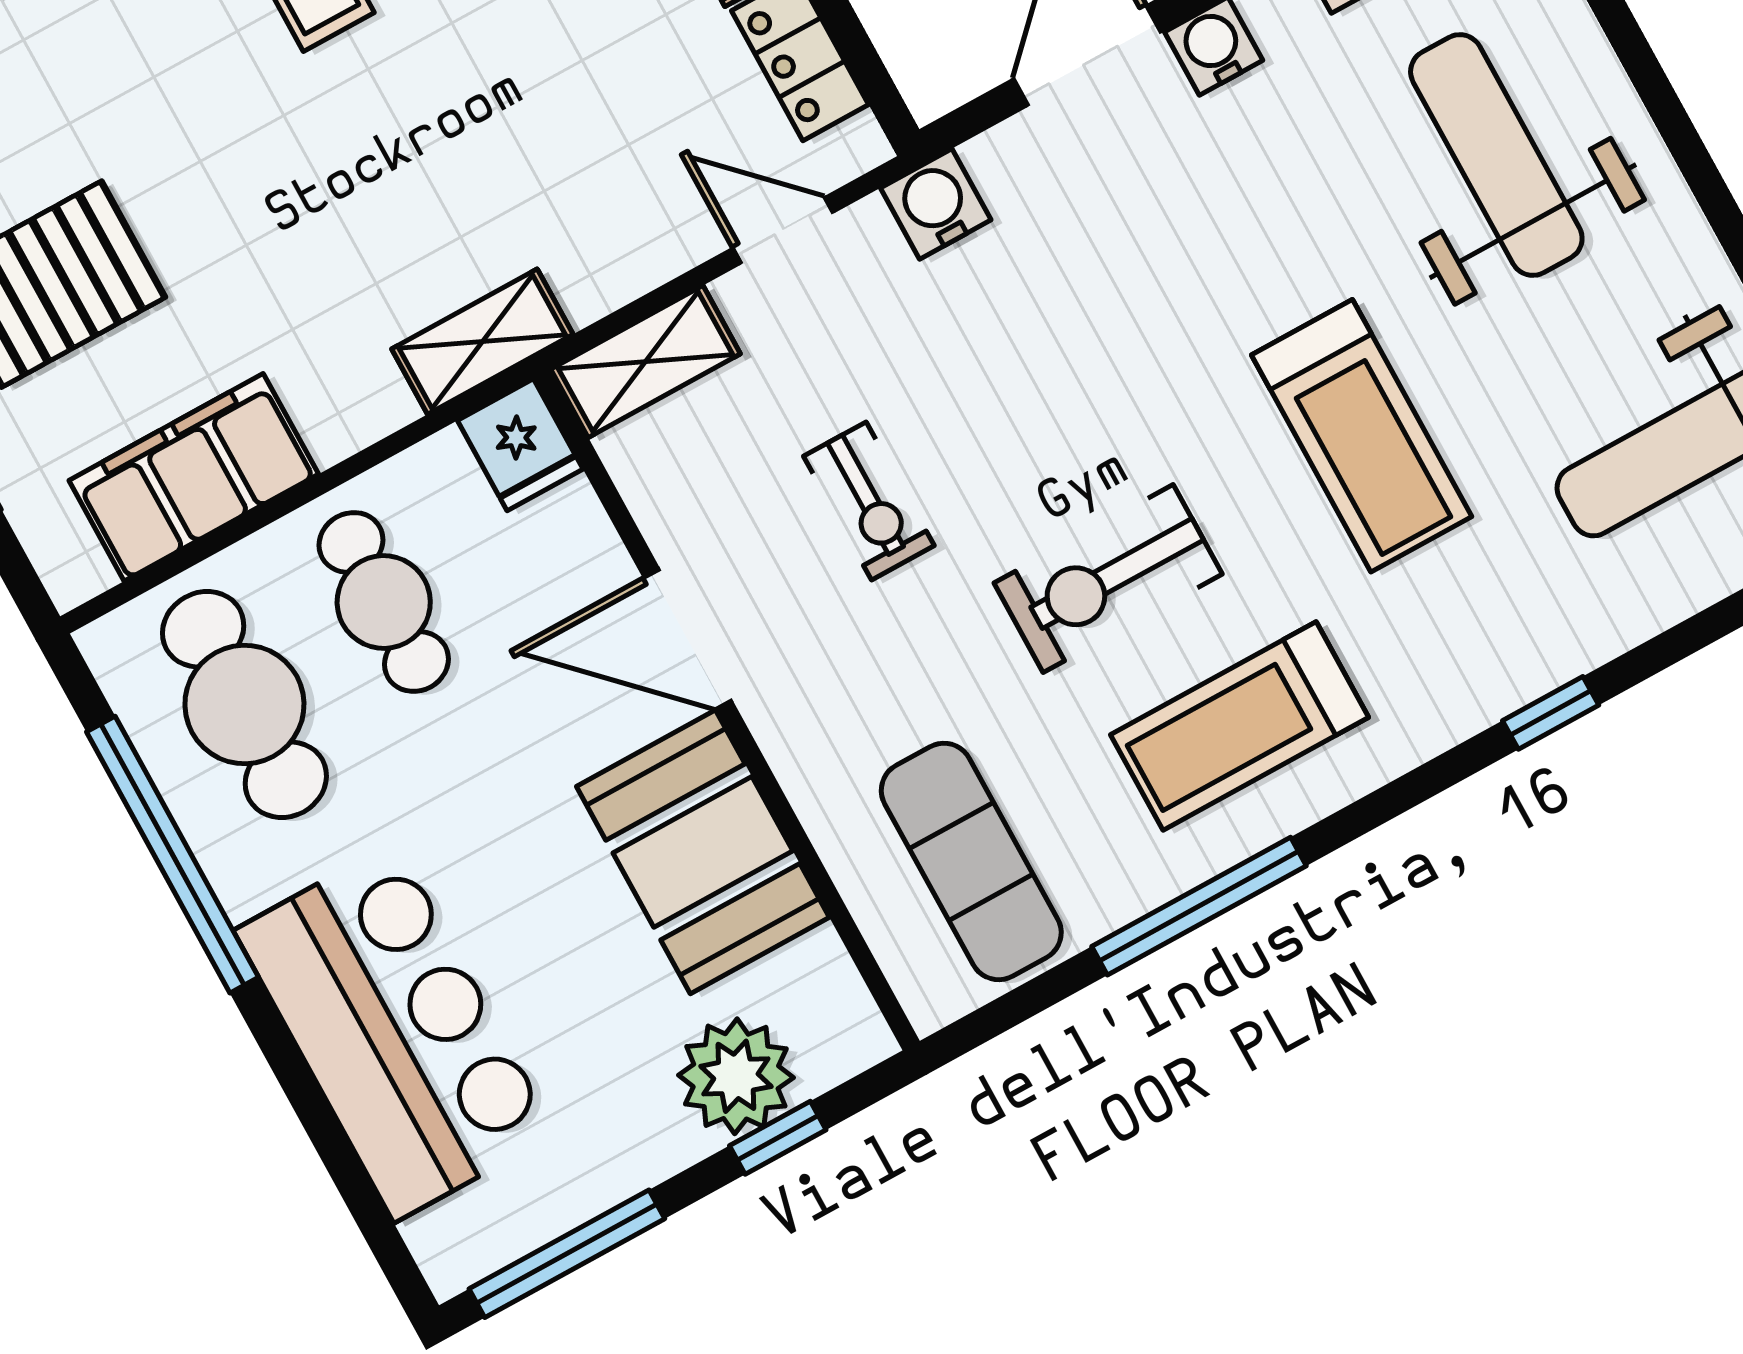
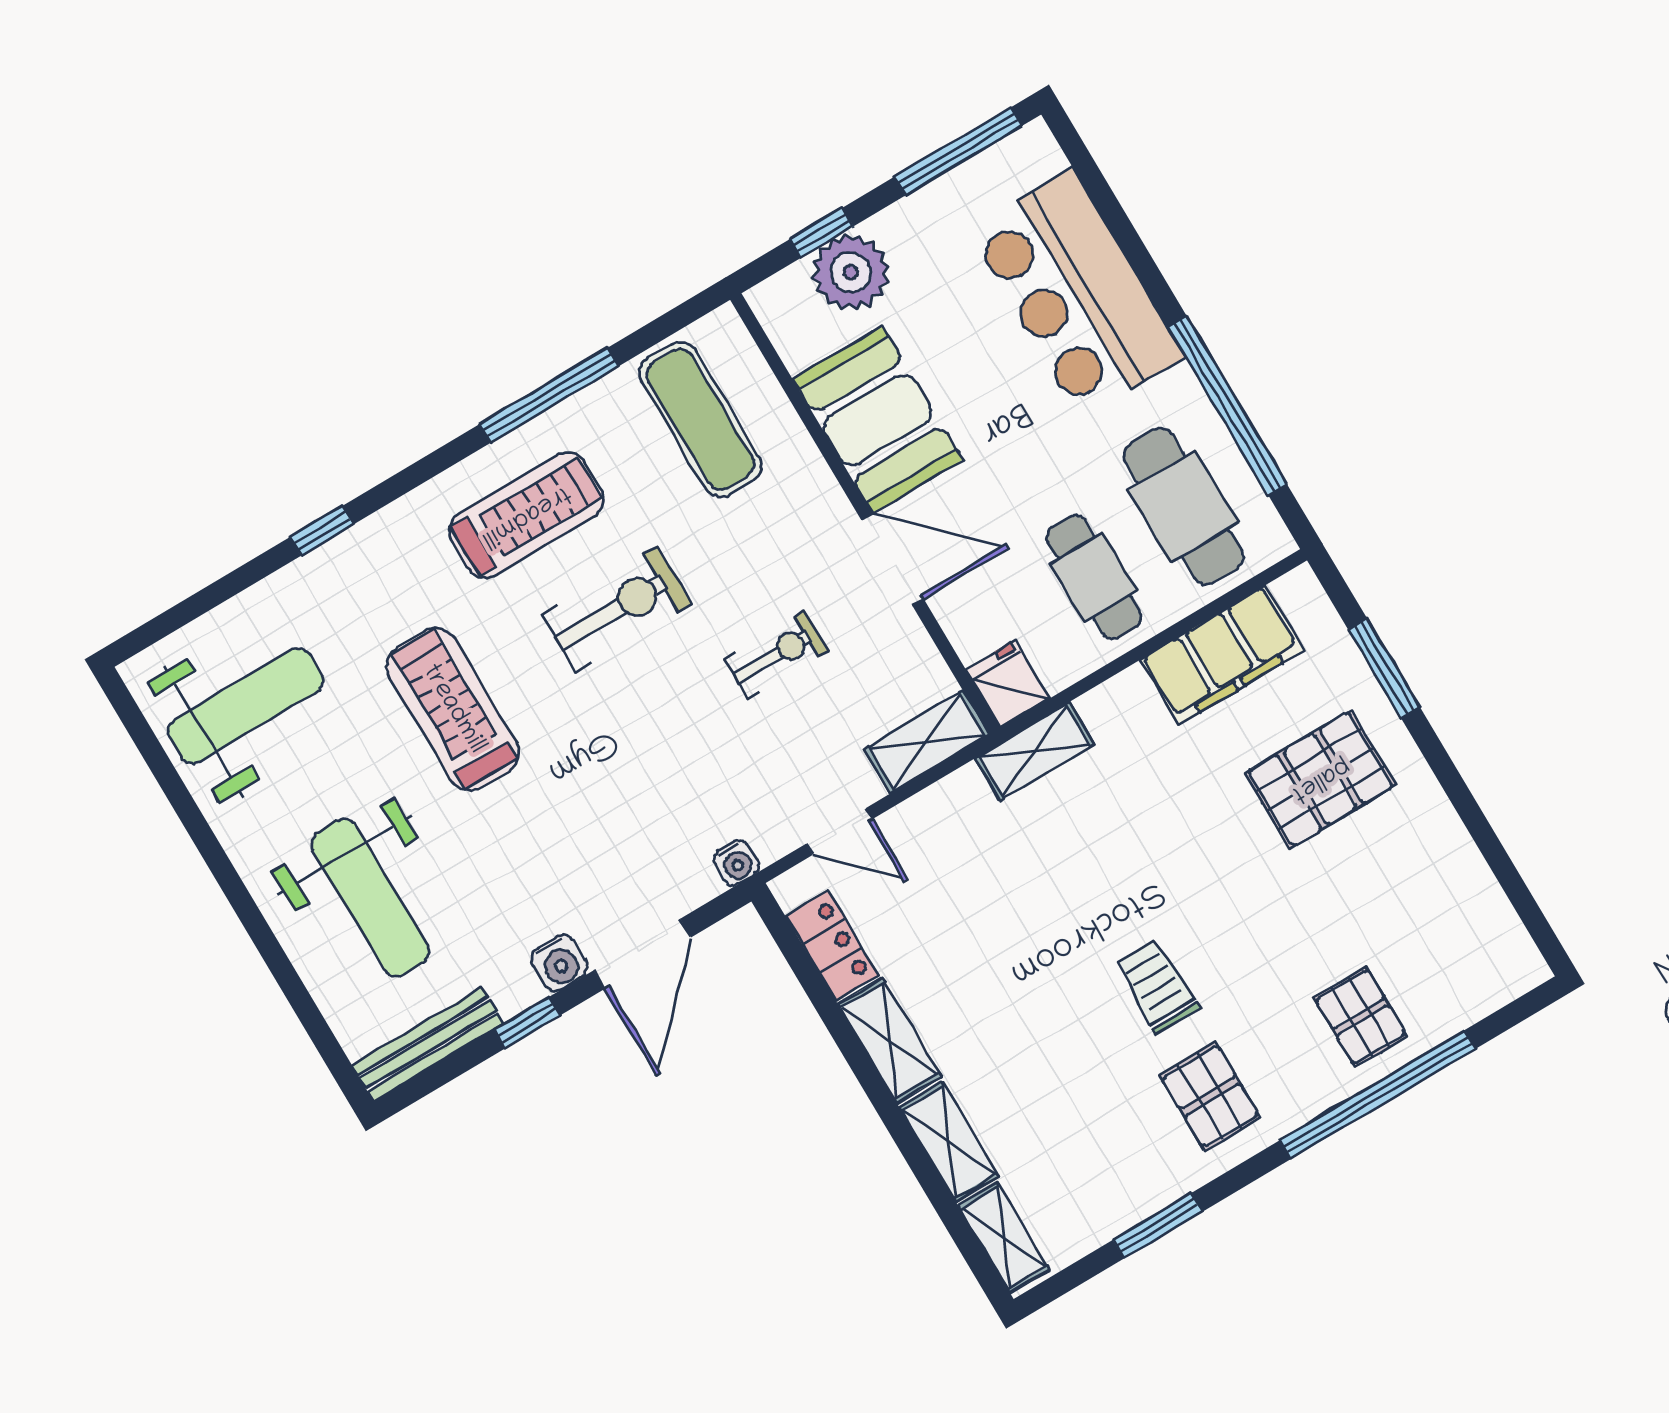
water cooler: (936, 204) -> (736, 863), width x0.72, depth x0.72
exercise bike: (869, 501) -> (776, 655), turned 90

